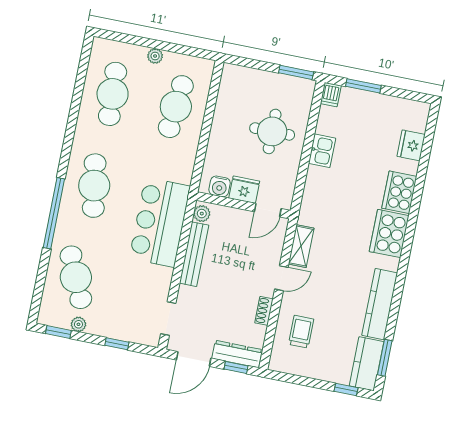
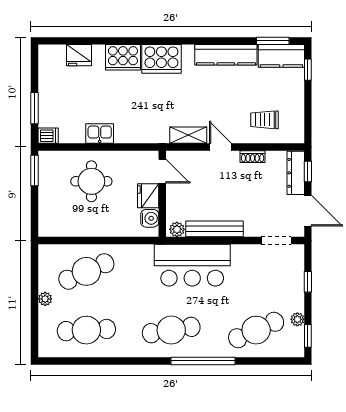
cafe table: (176, 107) -> (86, 271), turned -30

